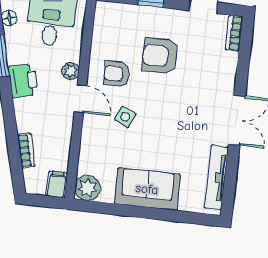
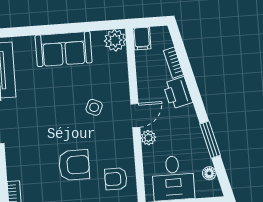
armchair: (117, 74) -> (116, 179), moved, turned 180
printer: (23, 81) -> (178, 93), moved
door: (80, 99) -> (135, 116), swing flipped

